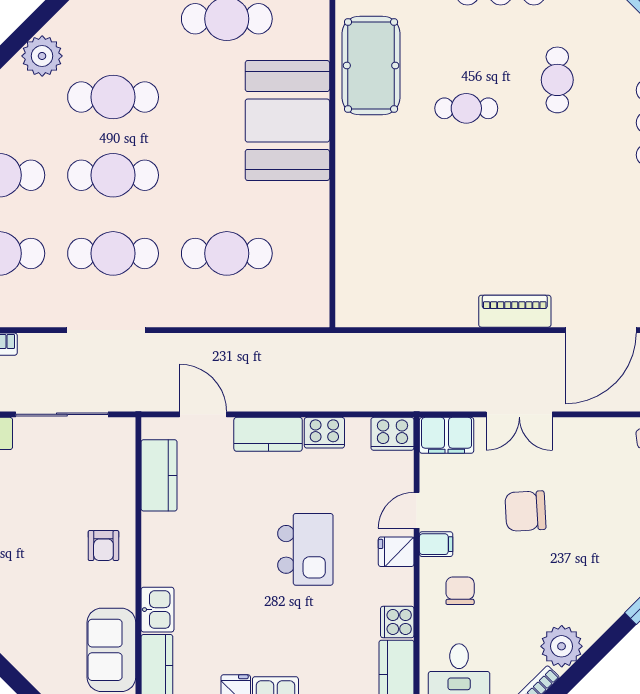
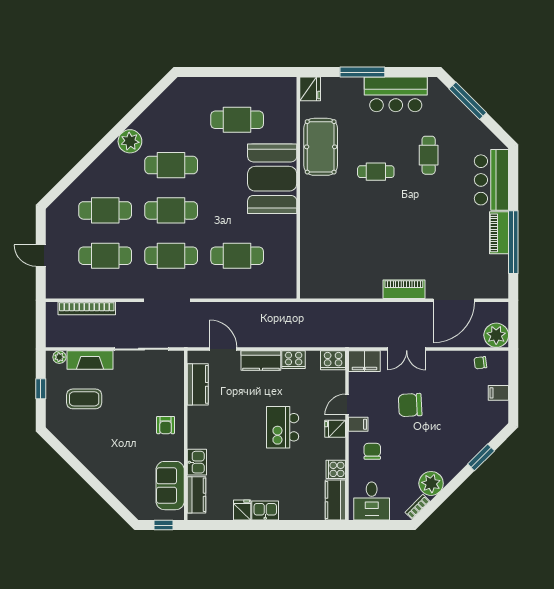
kitchen island: (305, 549) -> (283, 427), turned 180

